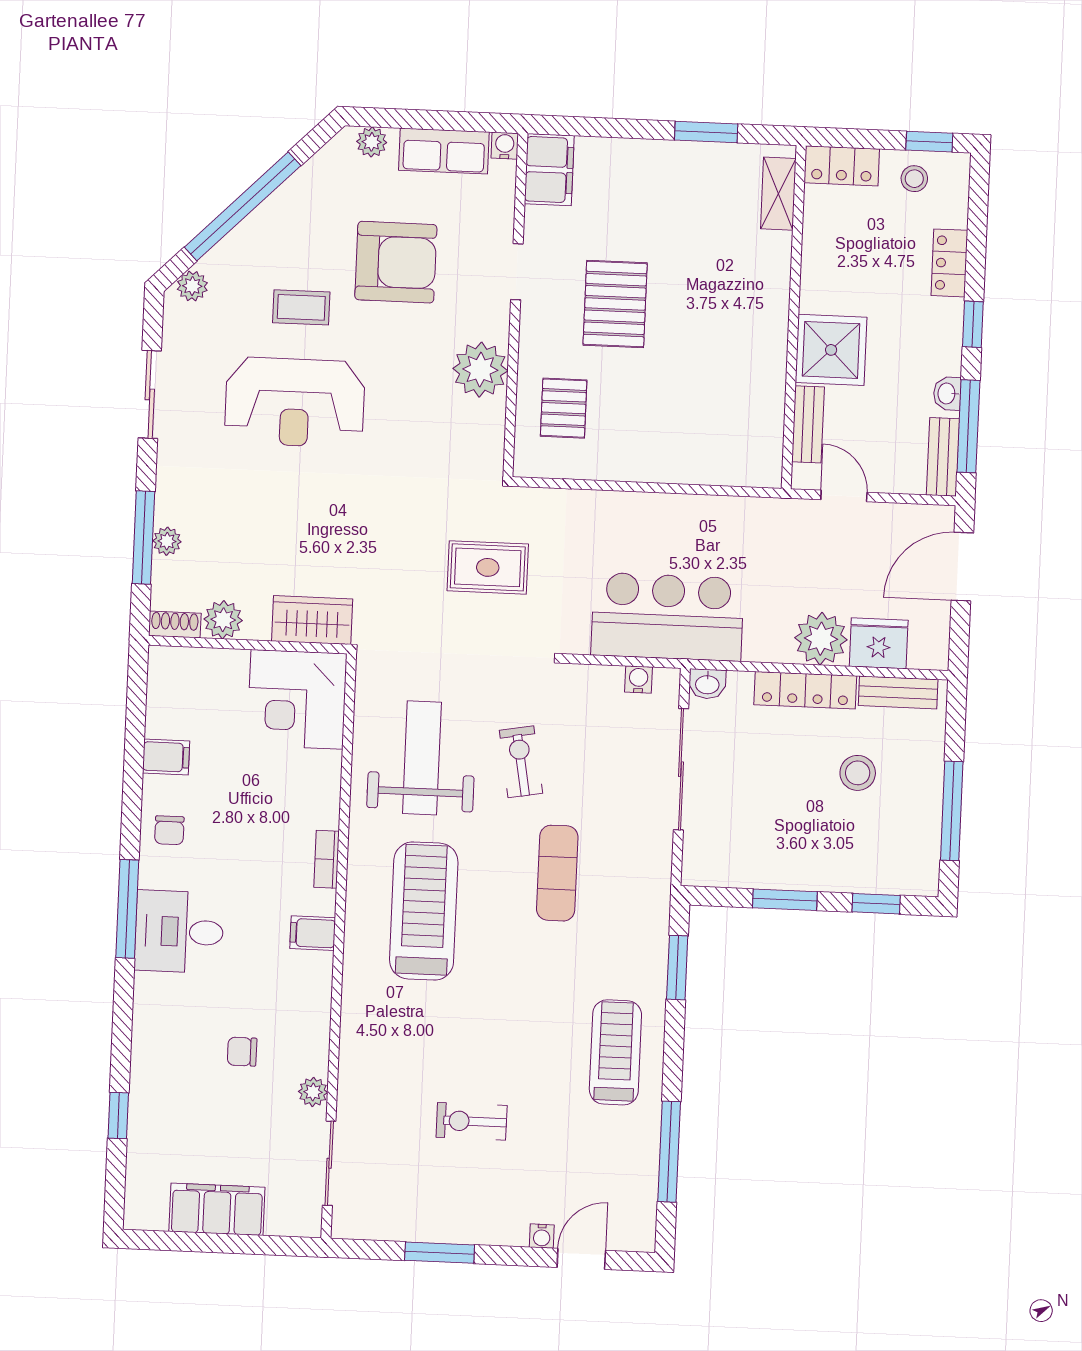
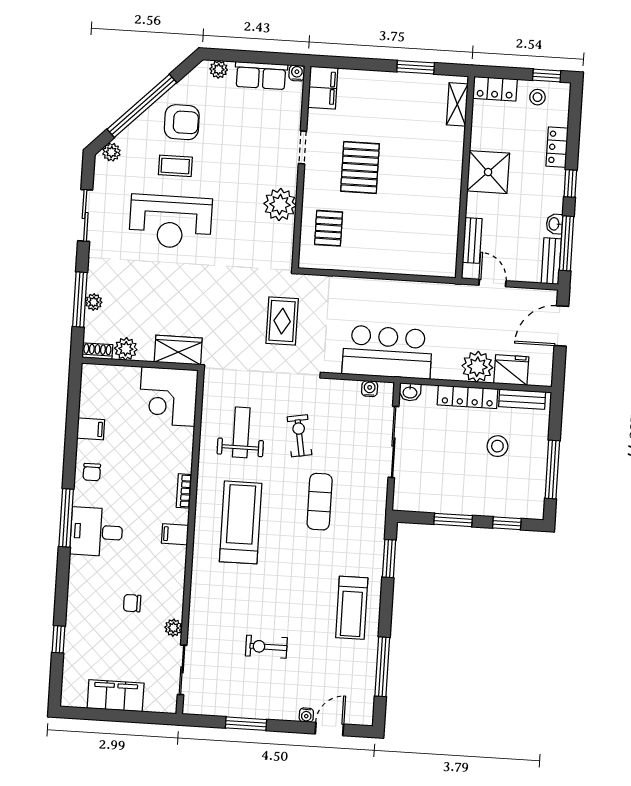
armchair: (396, 262) -> (182, 122), moved, width x0.73, depth x0.73
shower: (831, 350) -> (488, 172), moved
rug: (488, 567) -> (282, 321), turned 90
weight bench: (422, 758) -> (241, 432), width x0.73, depth x0.75
treadmill: (615, 1052) -> (352, 608), turned 180

